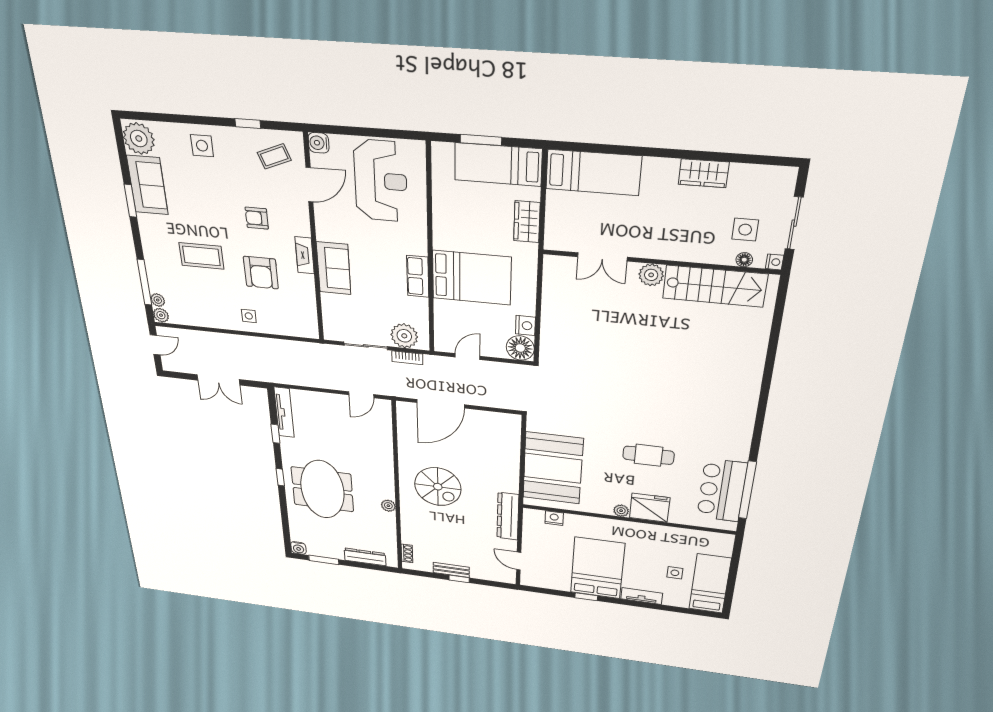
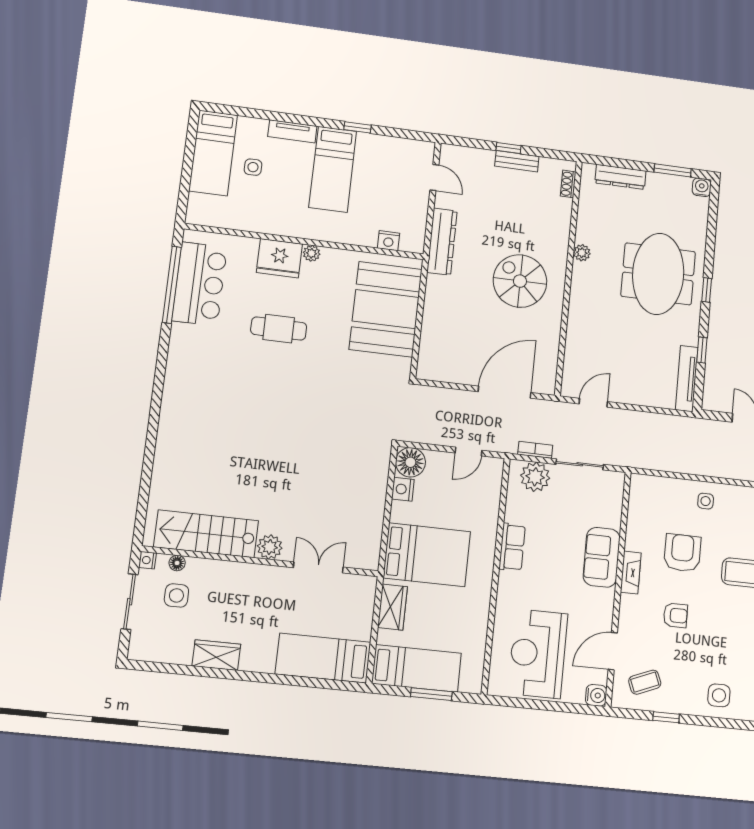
bed: (472, 278) -> (427, 555), moved, turned 180
bed: (597, 568) -> (333, 169), width x0.67

